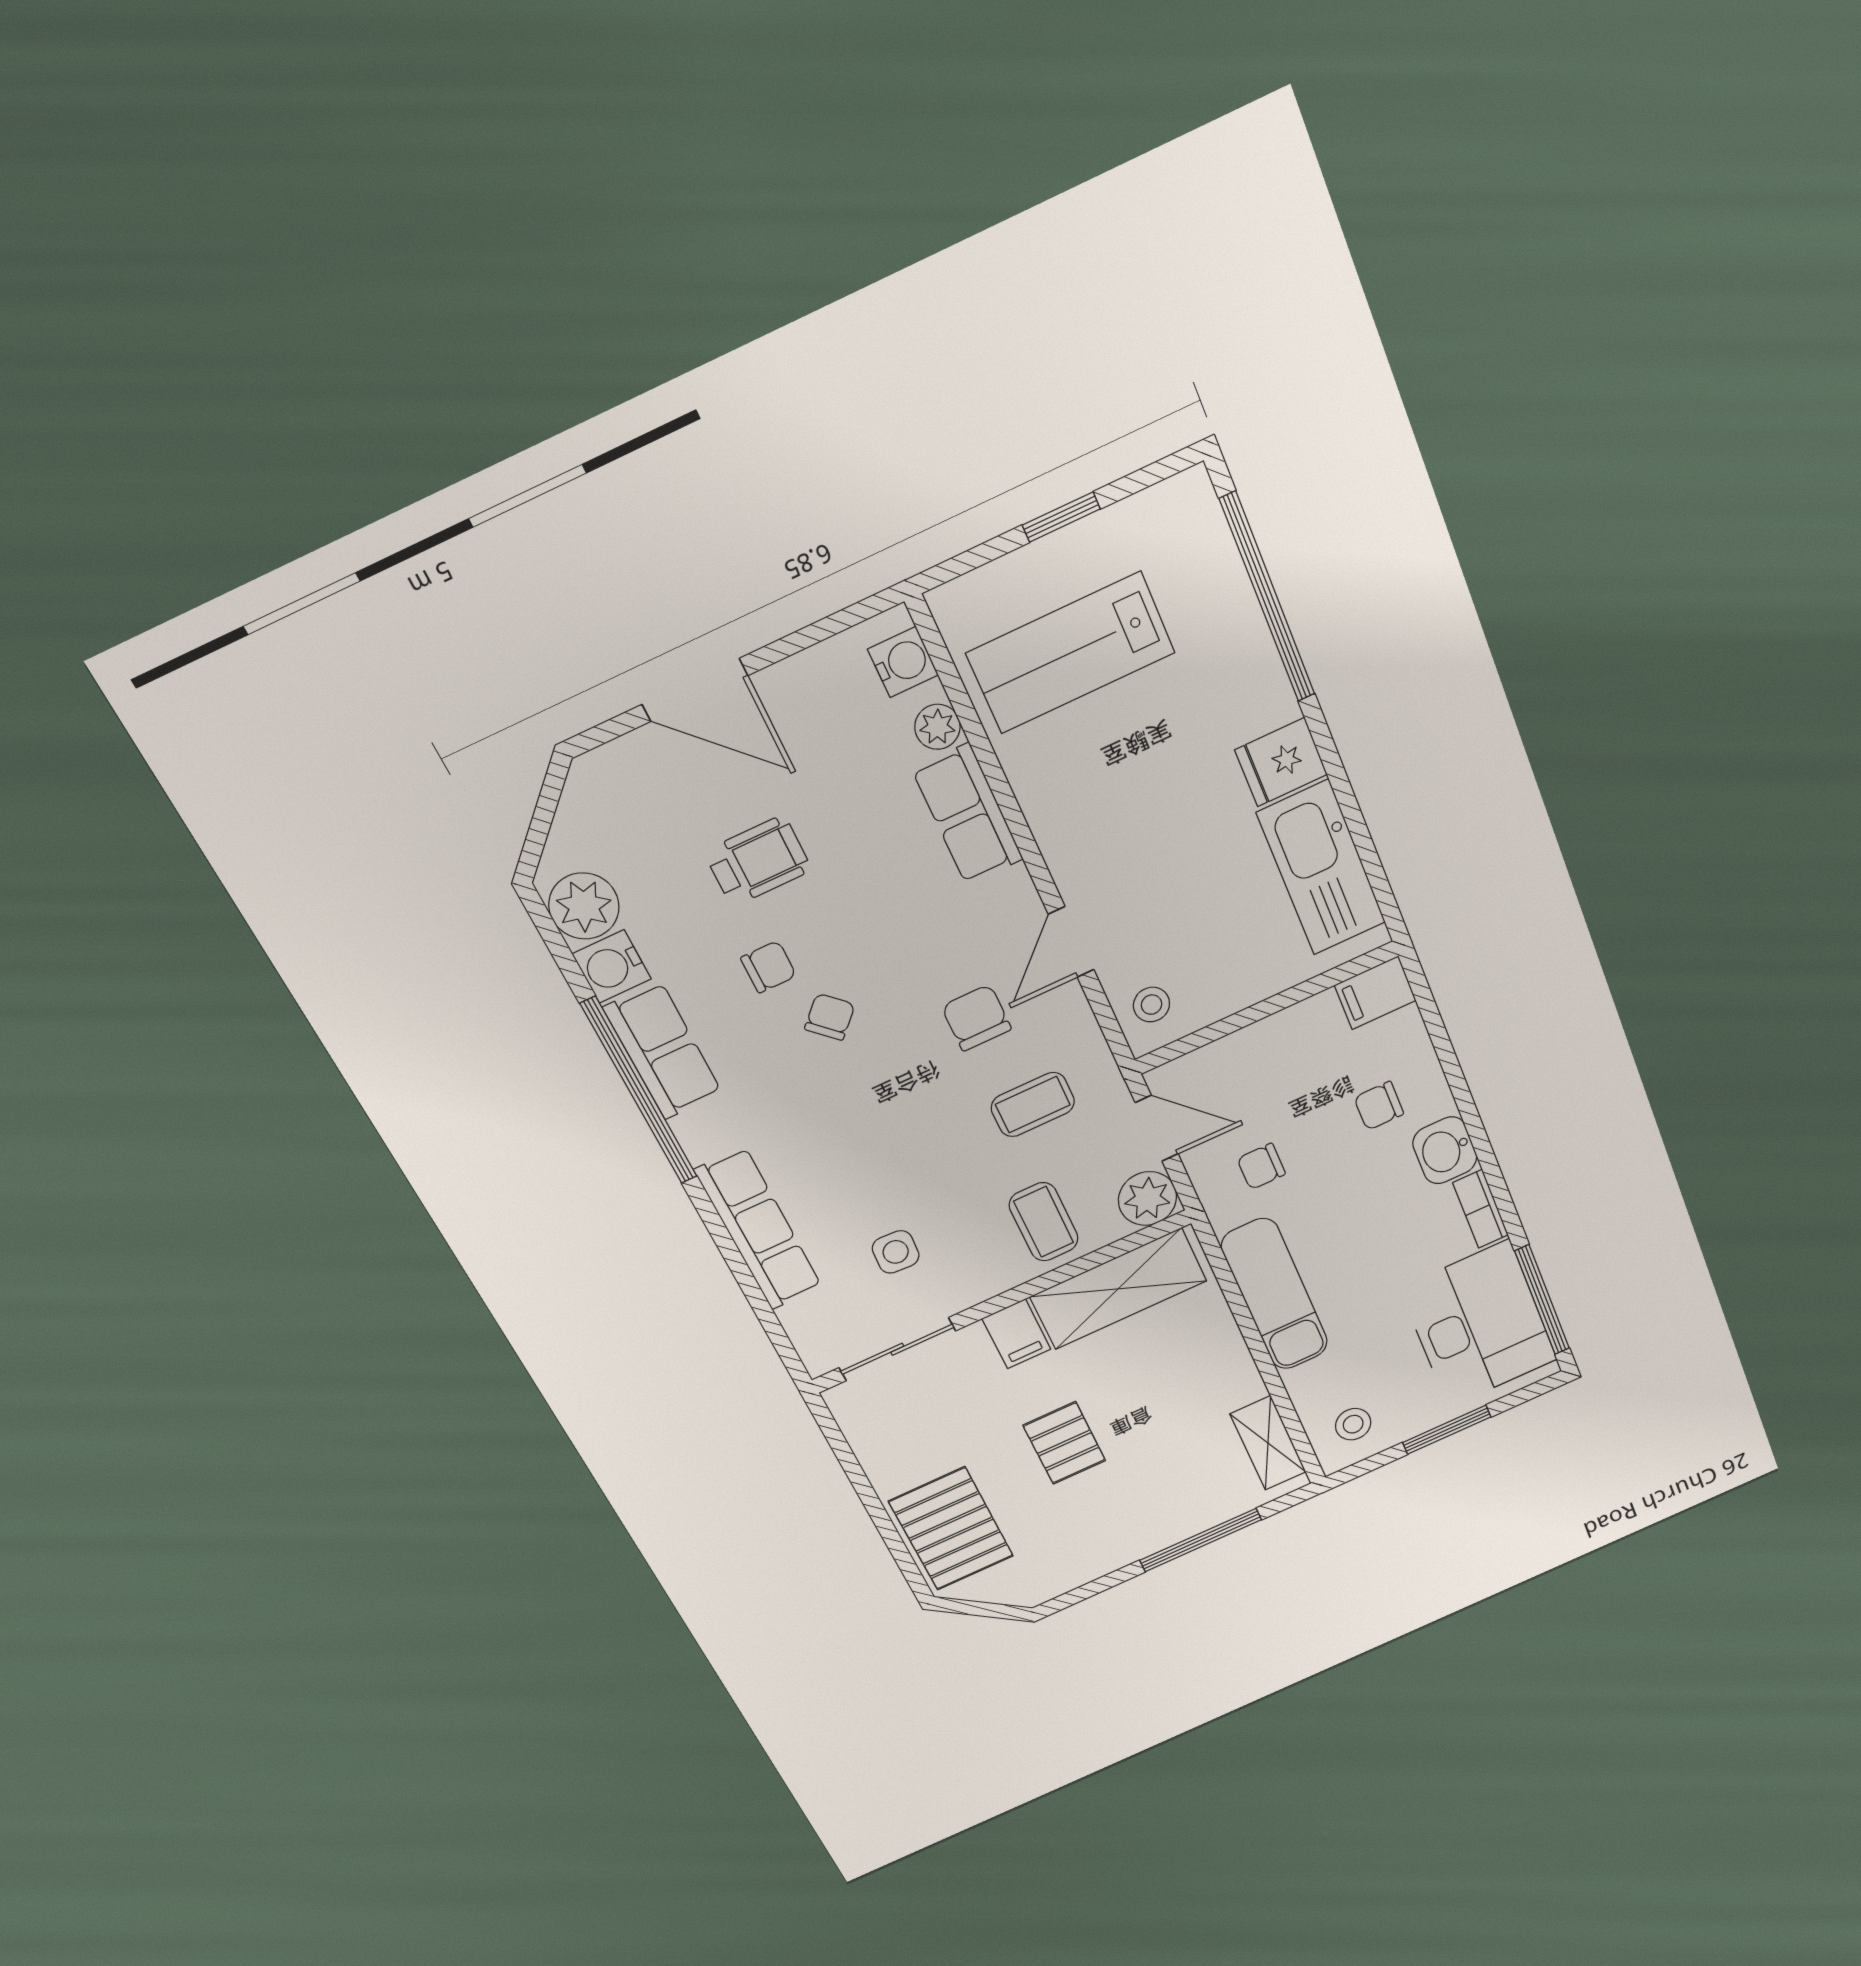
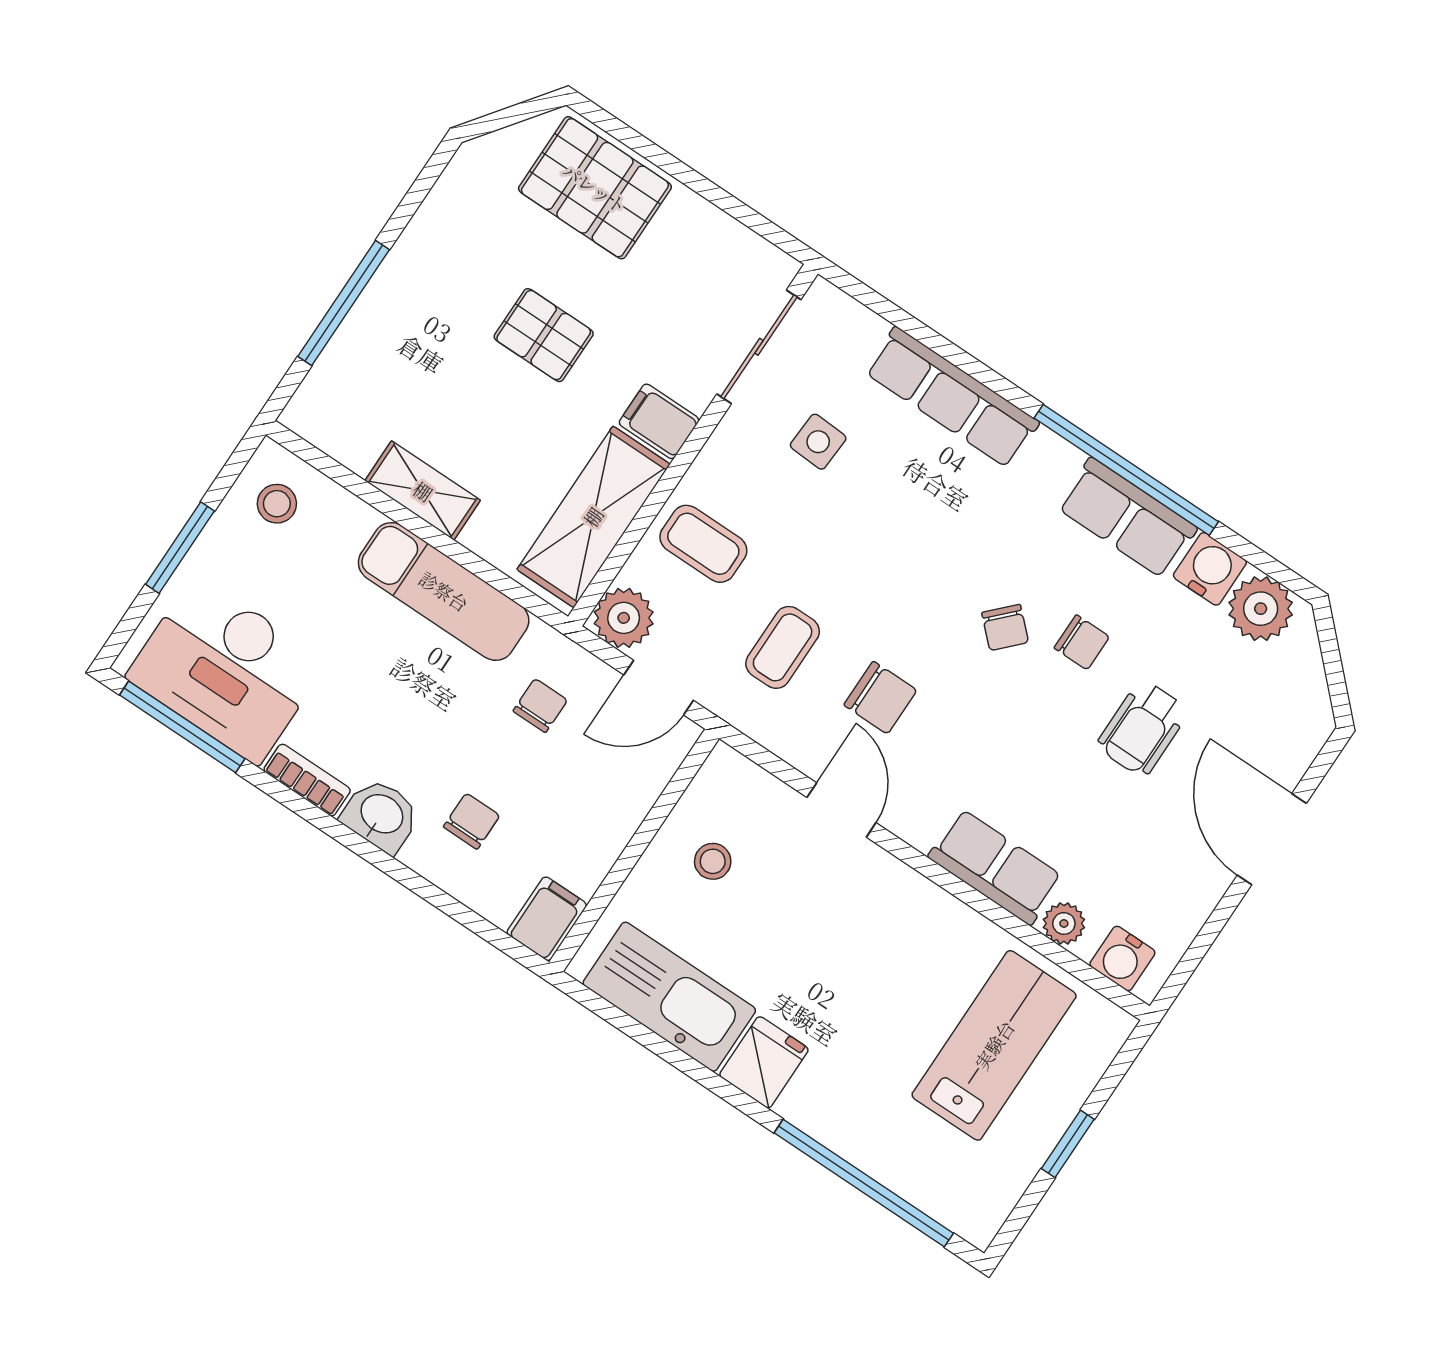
door: (695, 690) -> (1272, 839), hinge flipped
chair: (769, 967) -> (1082, 642), turned -90
stool: (1151, 1005) -> (713, 861), moved
shelving: (1268, 1443) -> (423, 491), moved

